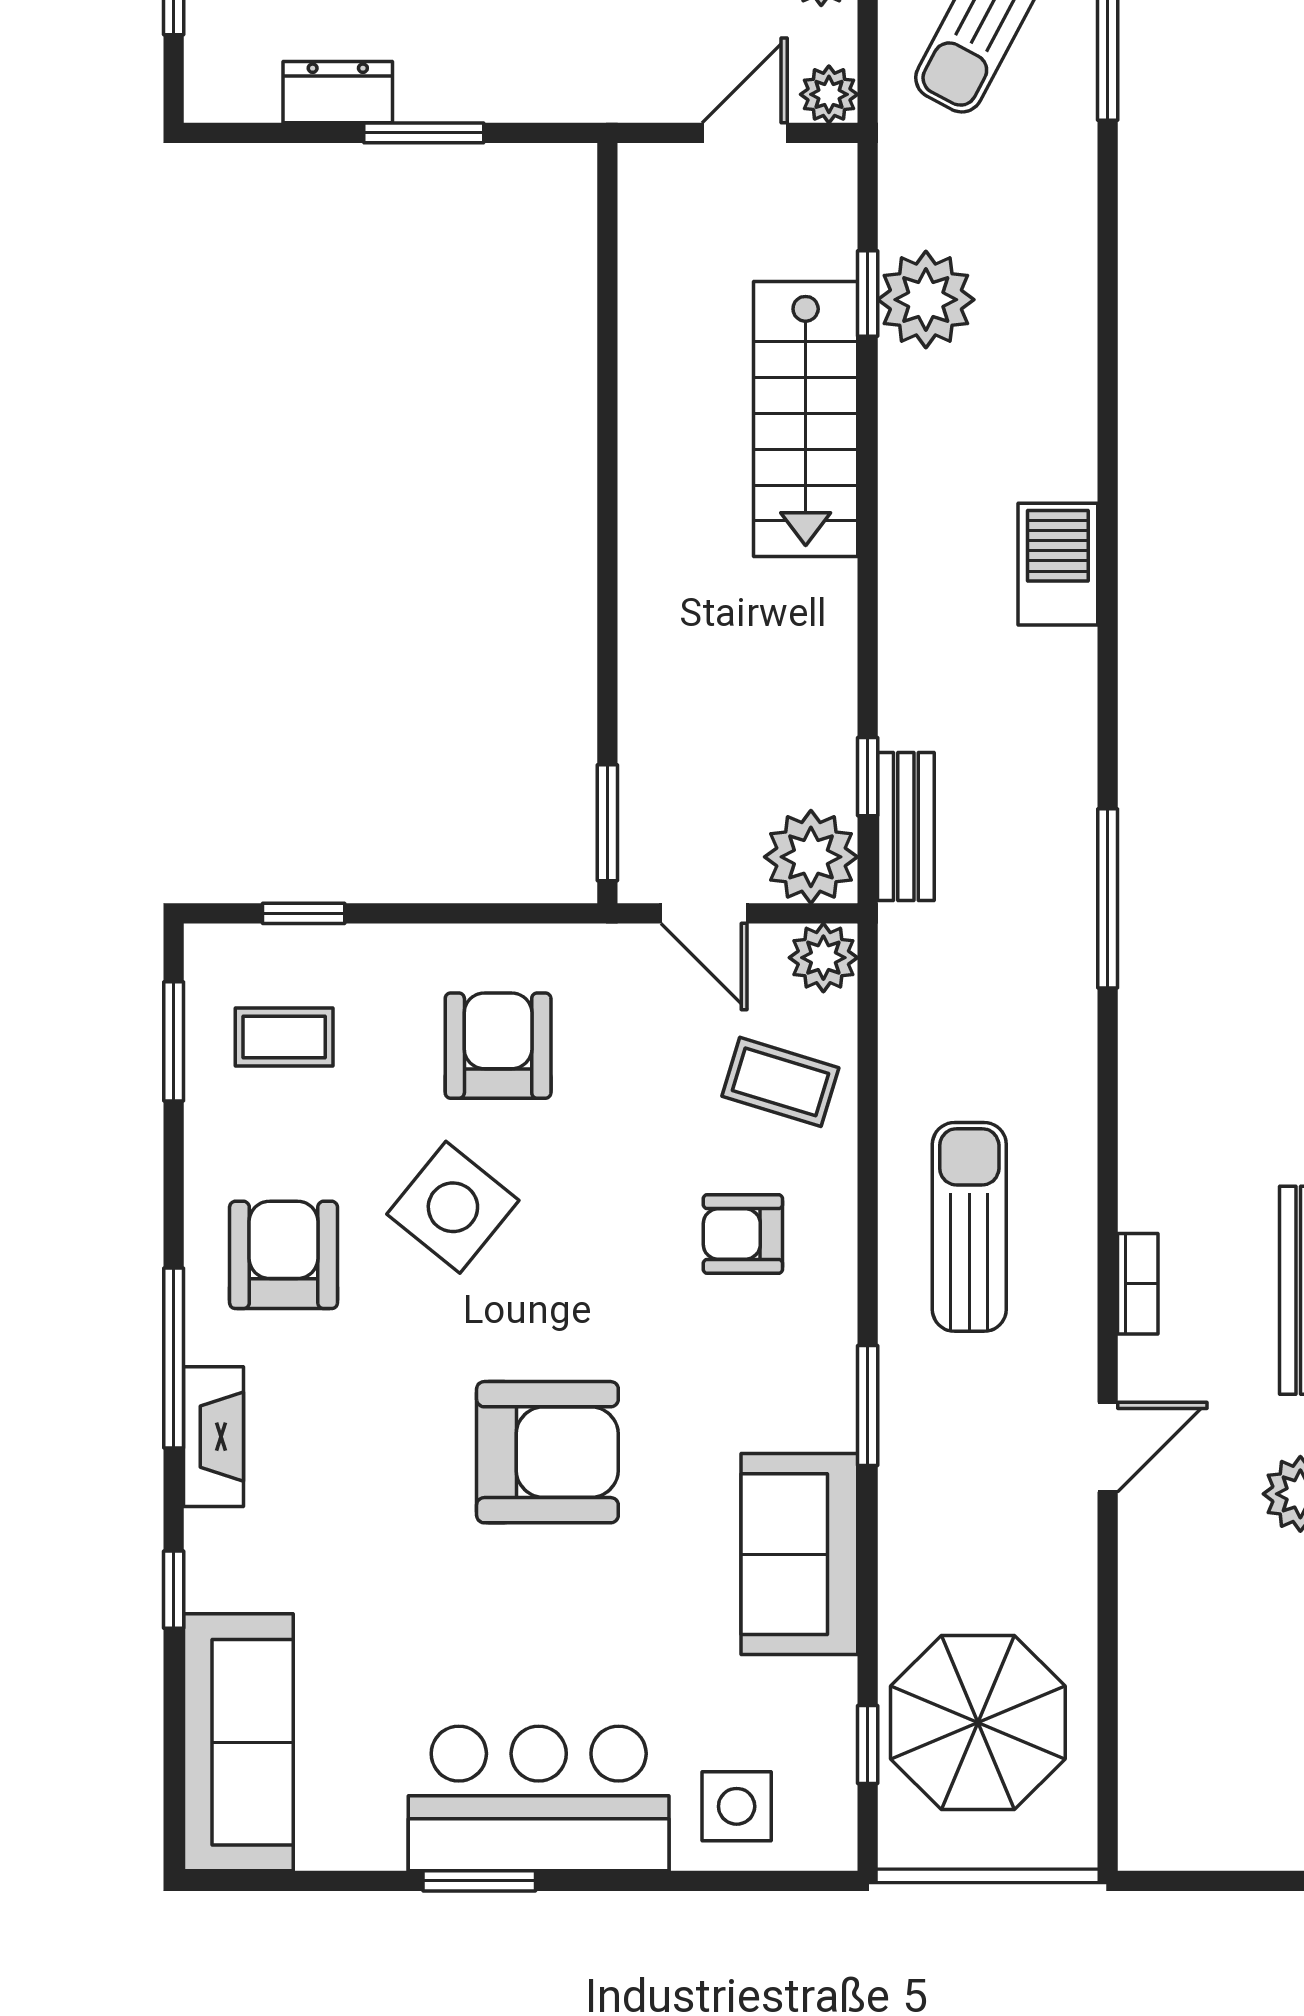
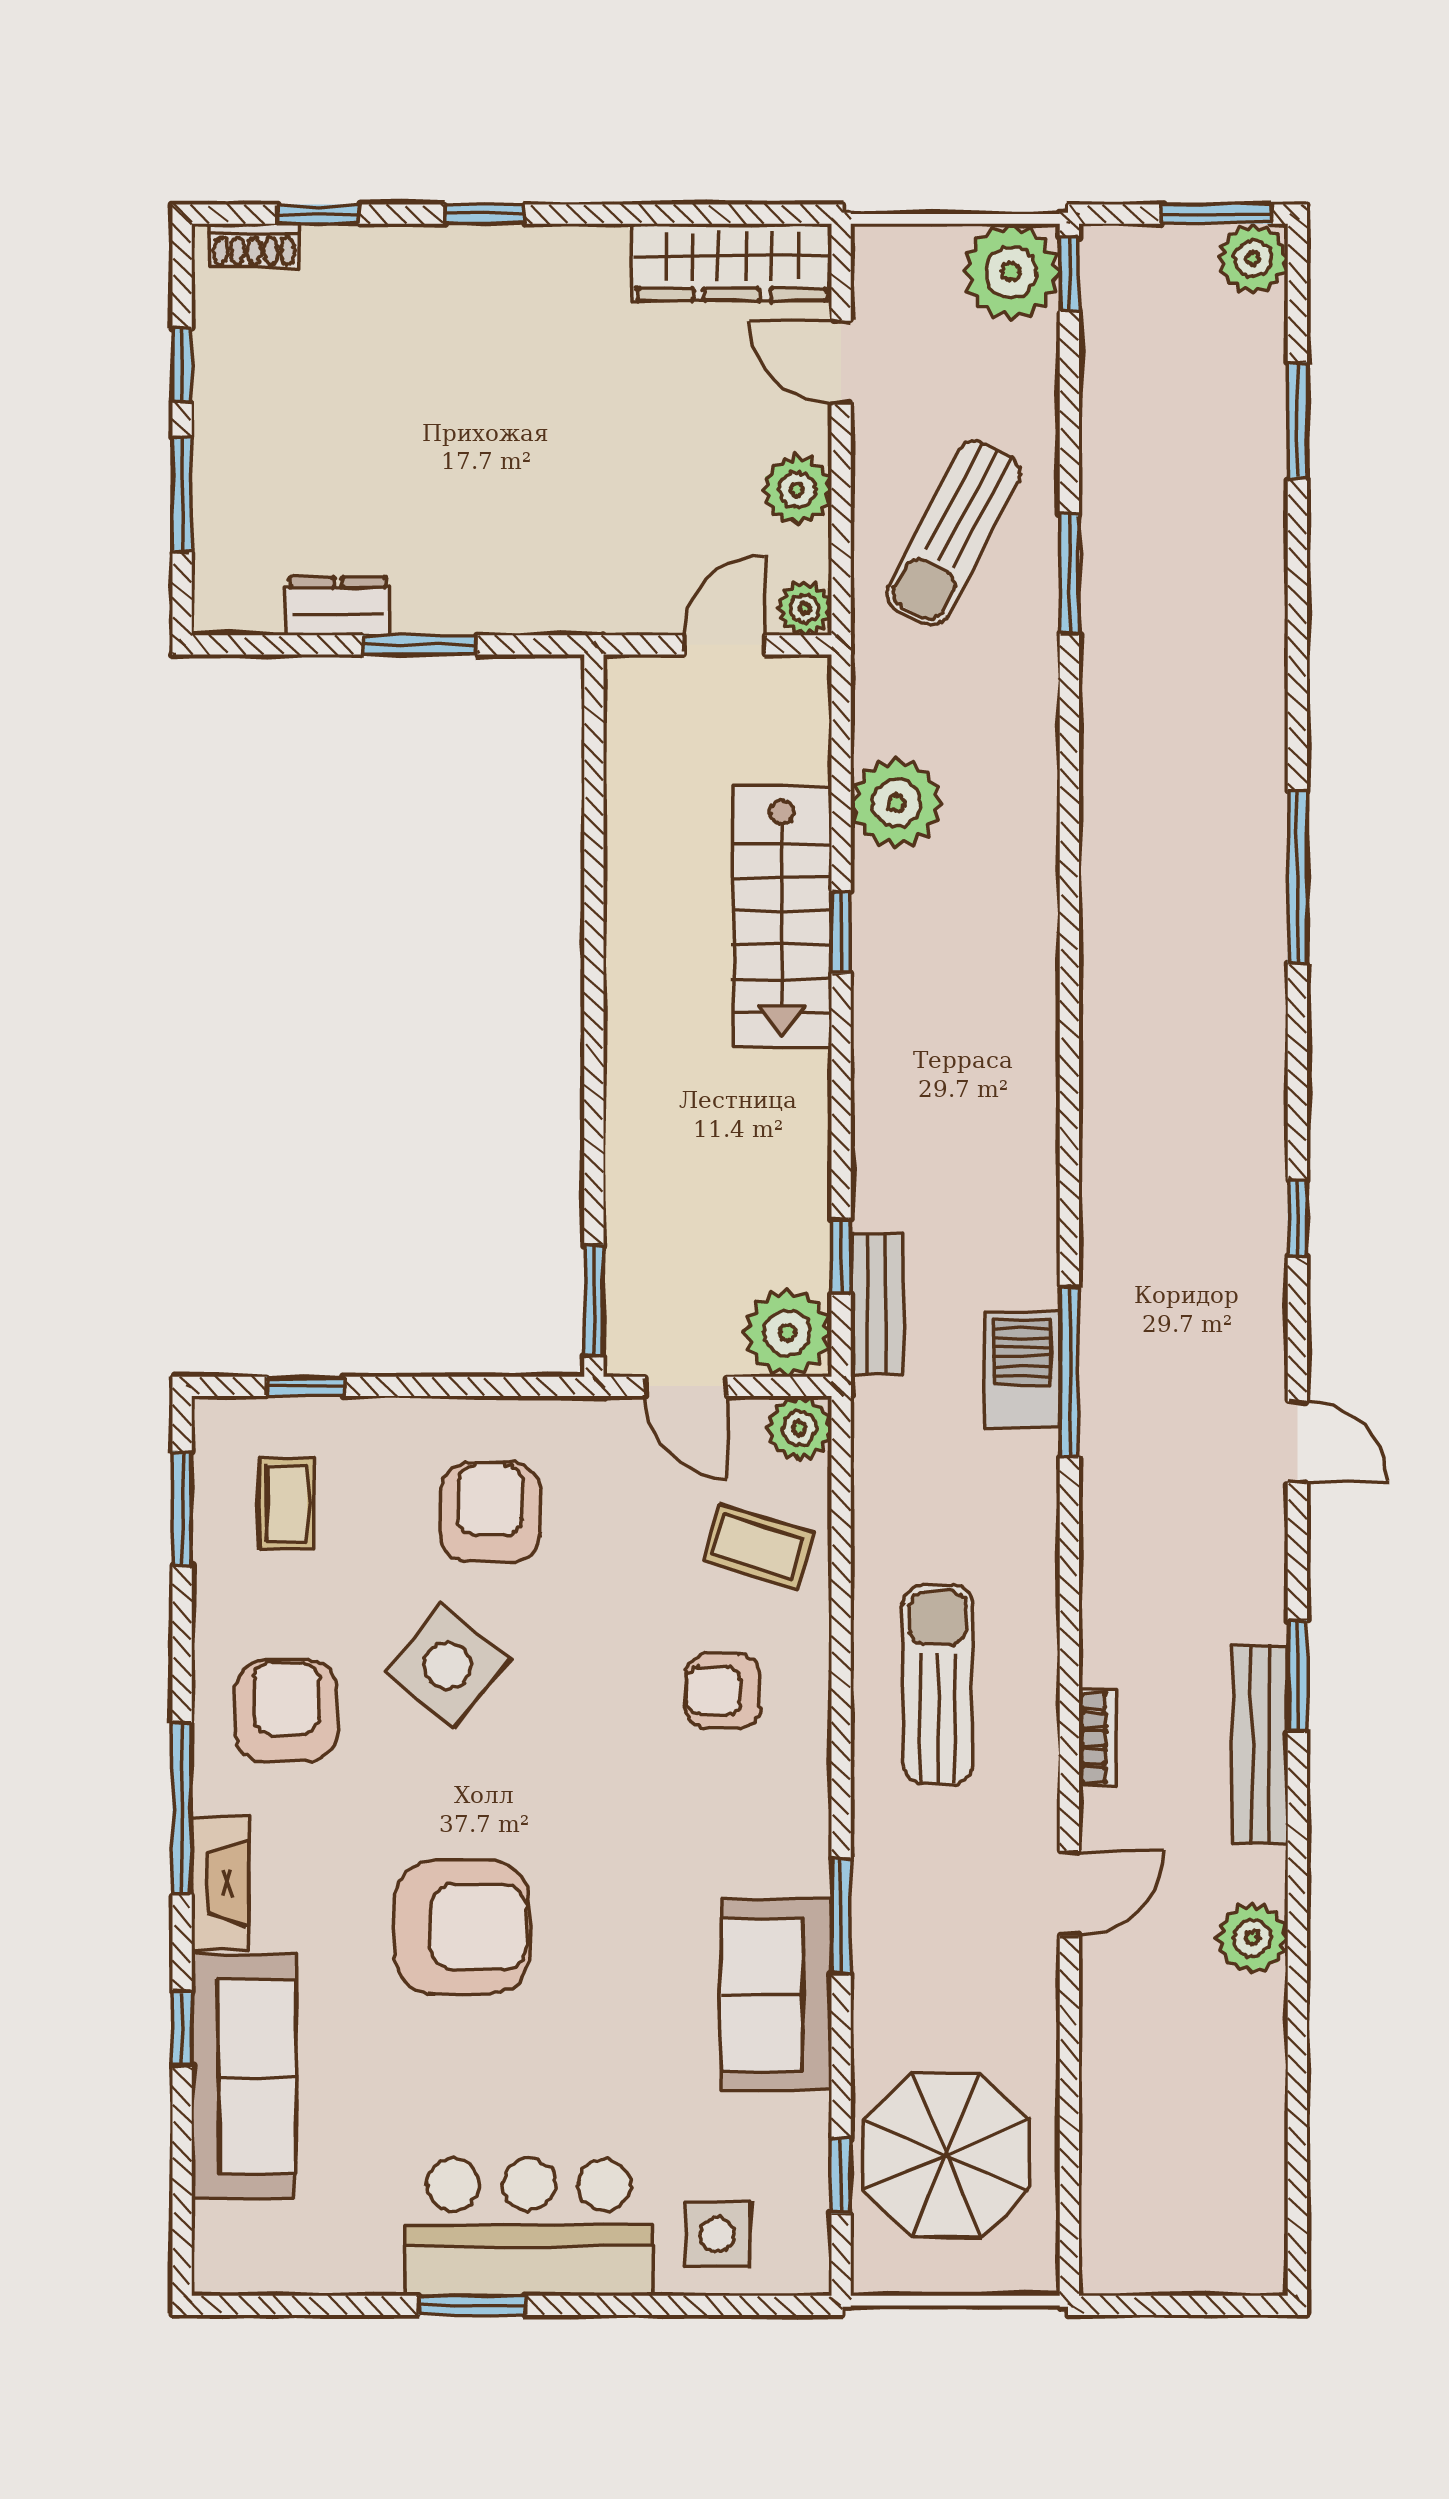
window: (868, 294) -> (841, 932), moved
barbecue: (1058, 564) -> (1022, 1370), moved
coffee table: (284, 1037) -> (287, 1504), turned 90
window: (868, 1406) -> (841, 1916), moved
armchair: (547, 1452) -> (462, 1927), moved
sofa: (238, 1742) -> (243, 2077), moved

